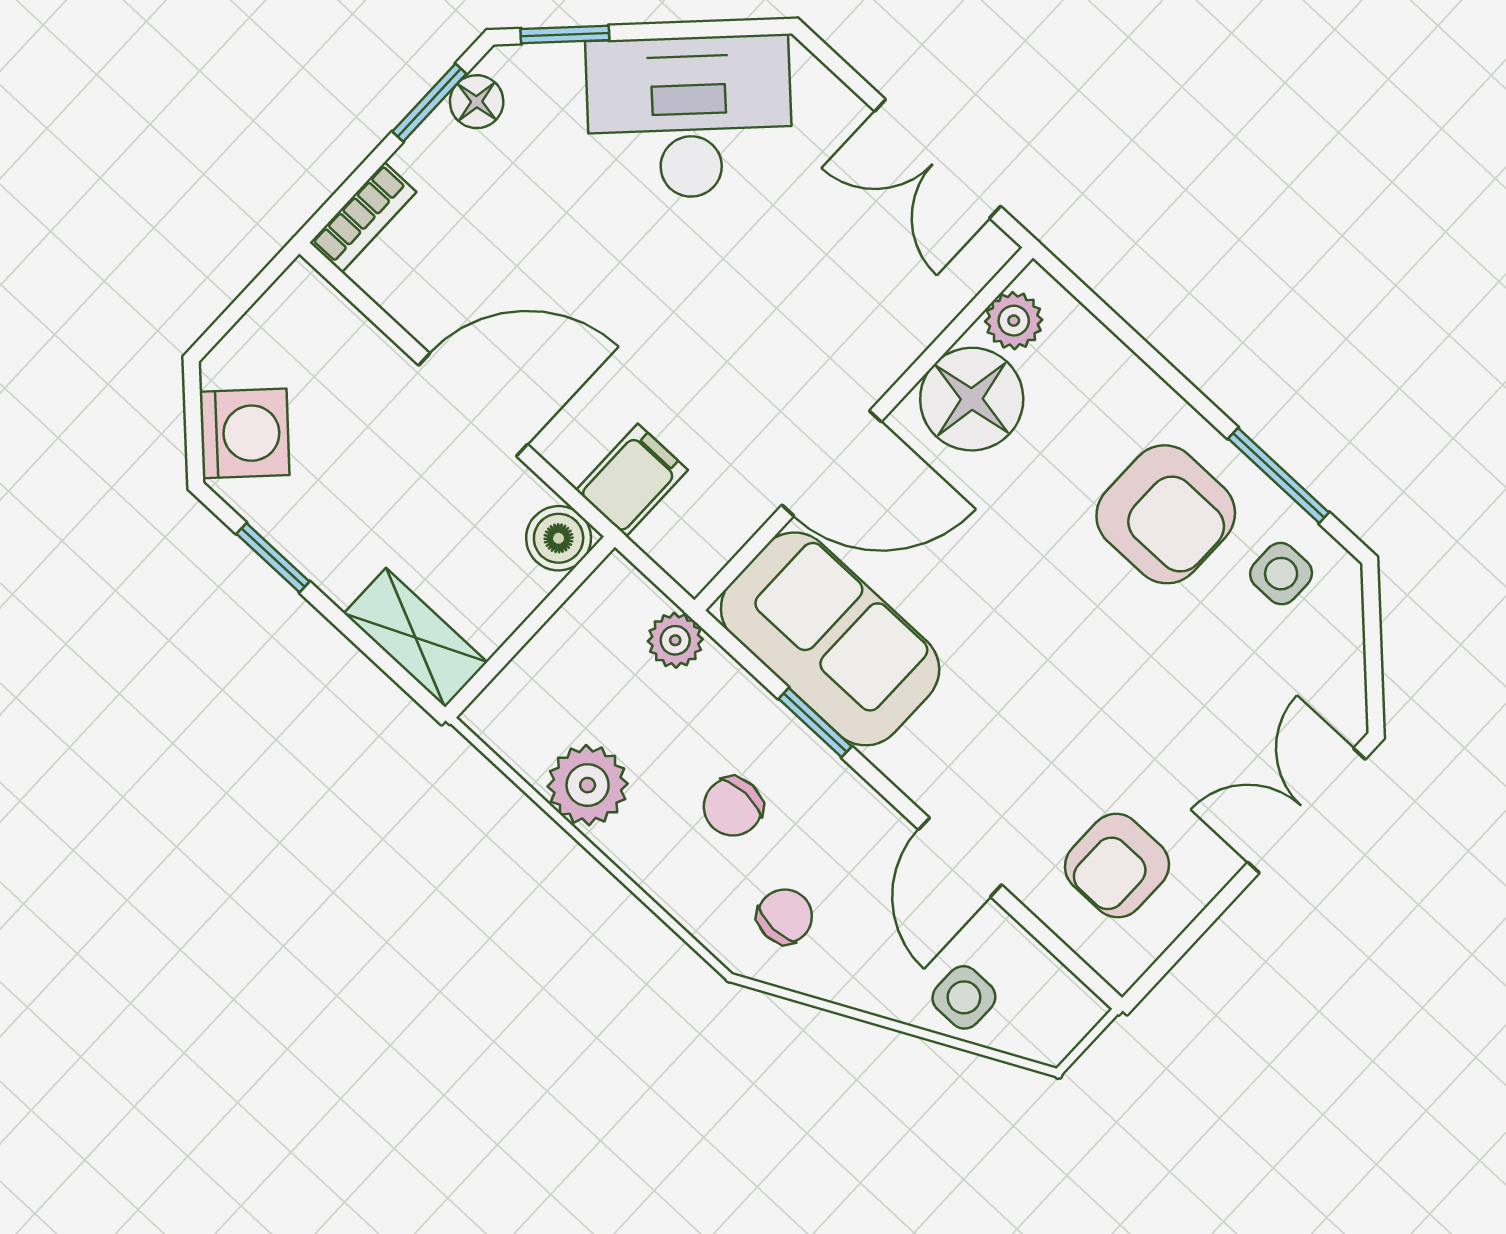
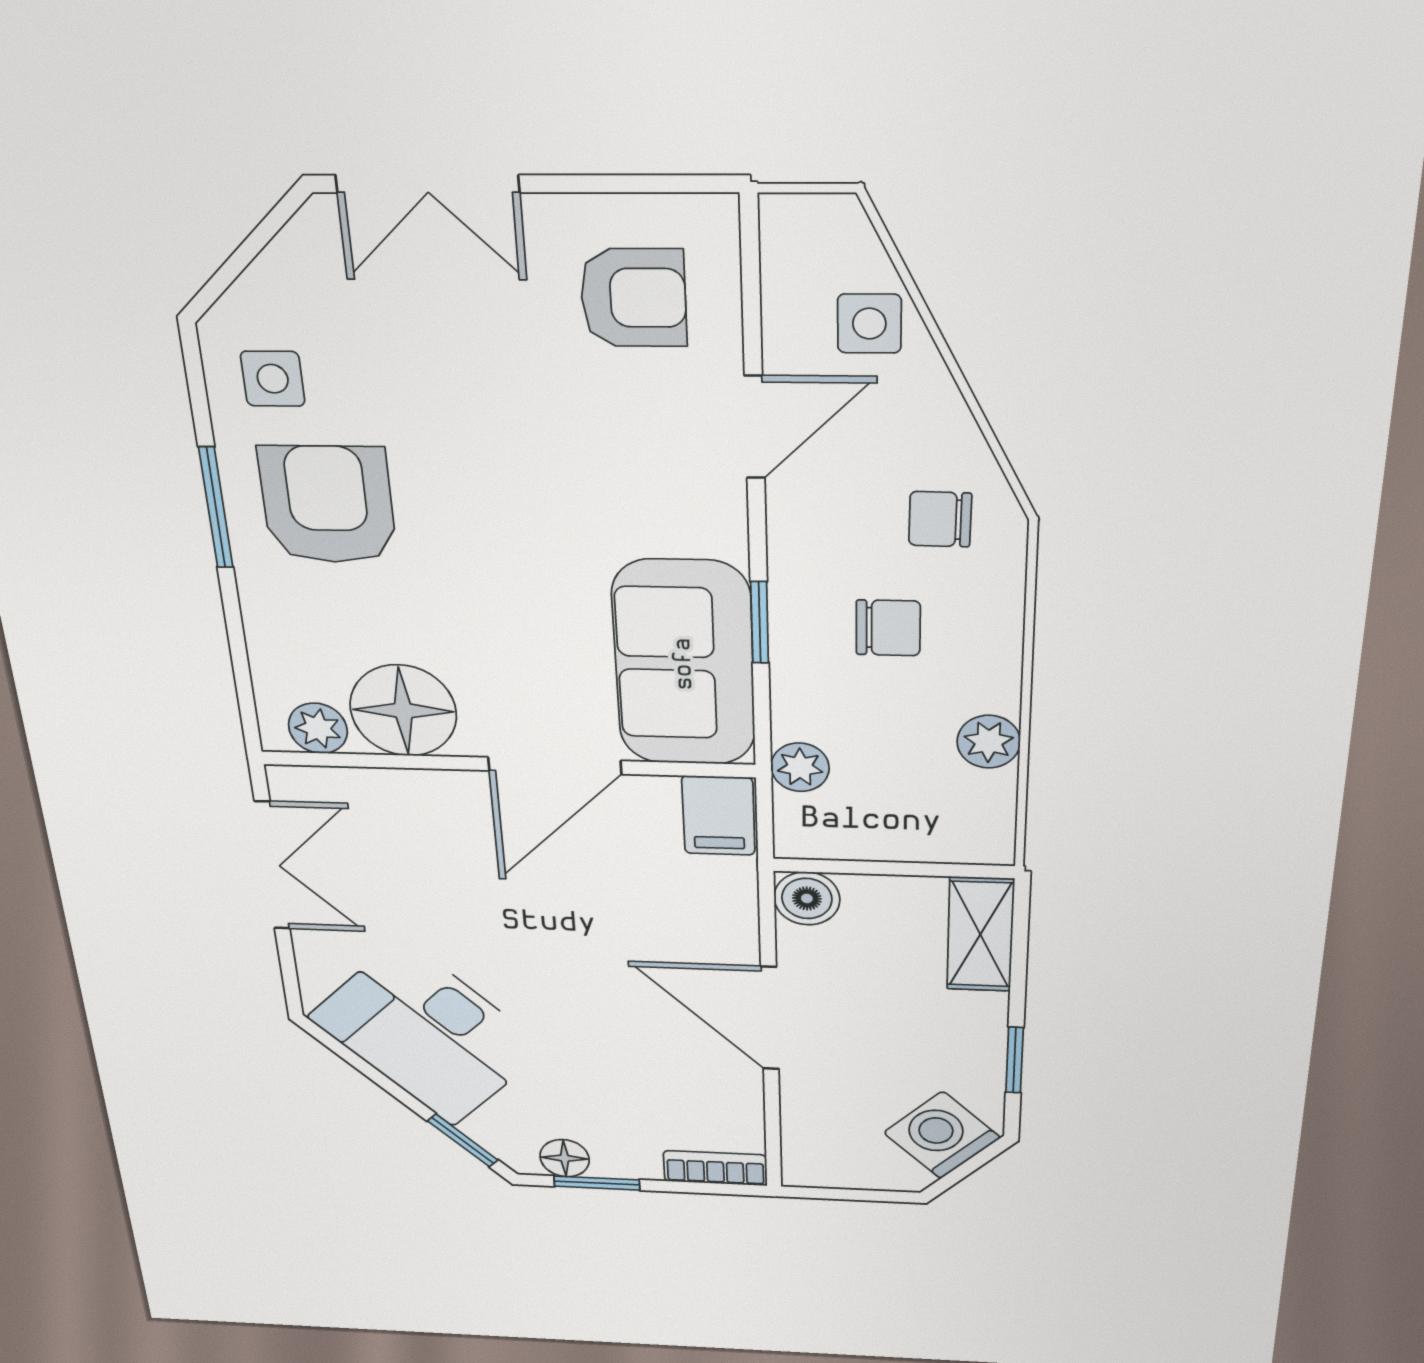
door: (832, 463) -> (555, 766), swing flipped
window: (1279, 476) -> (216, 508), moved
filing cabinet: (632, 480) -> (718, 816), moved, turned -90
plant: (588, 785) -> (989, 742), width x0.73, depth x0.73

